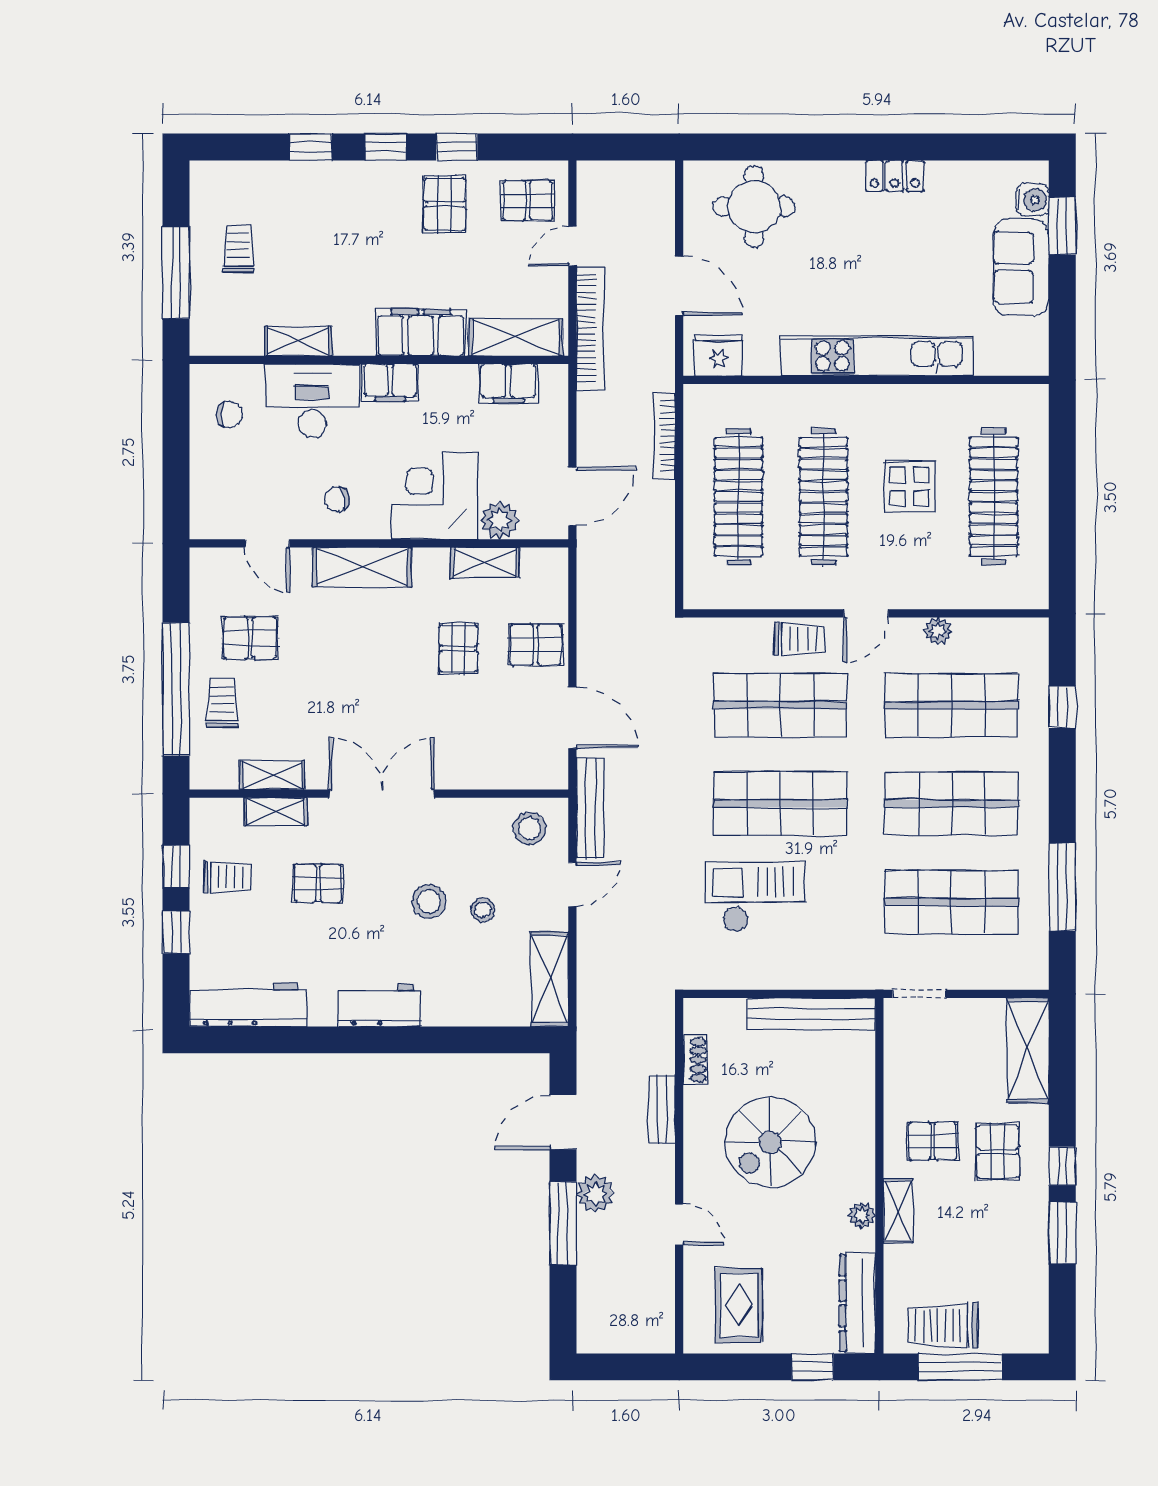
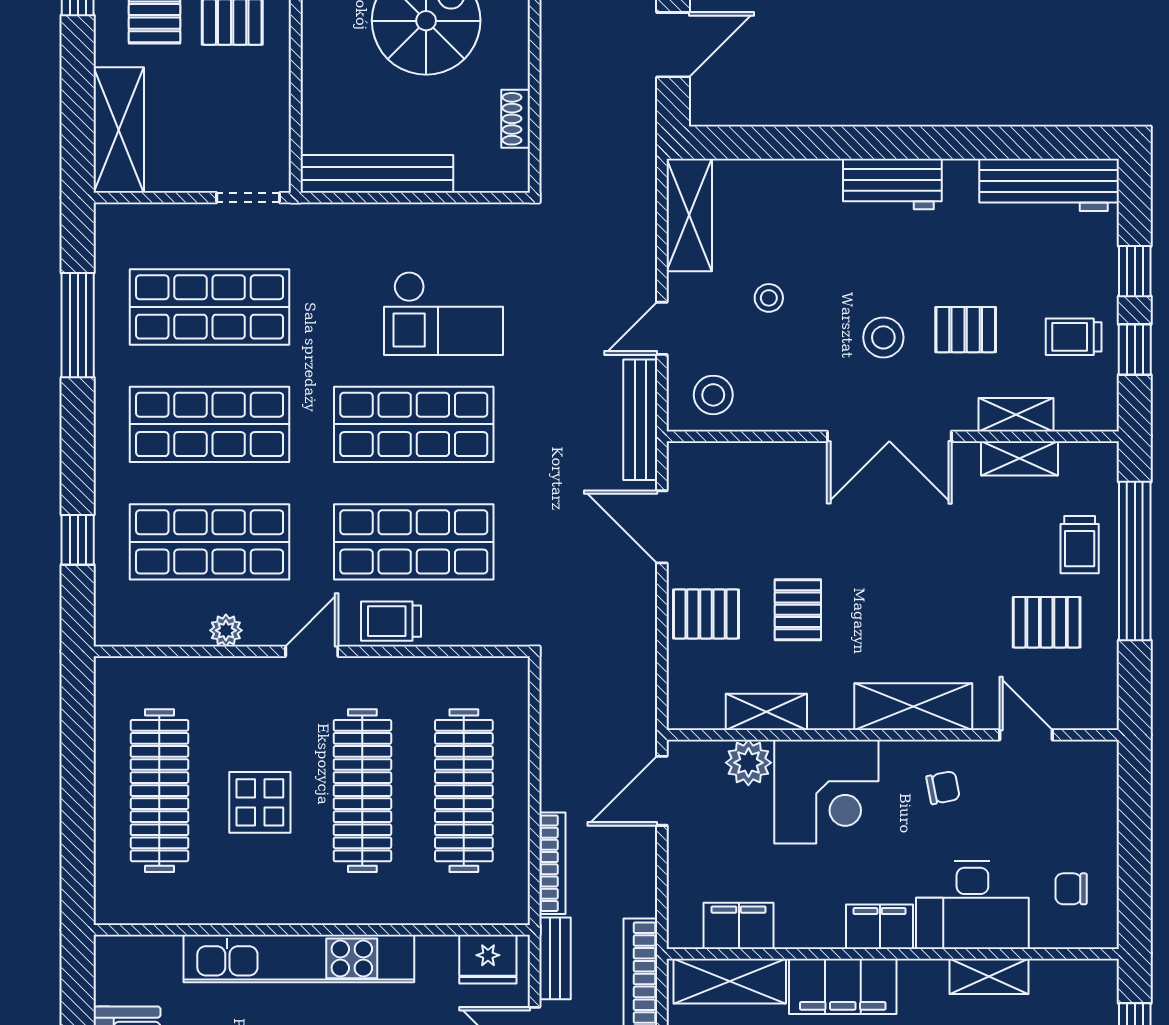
stool: (429, 901) -> (883, 337), moved
bench: (662, 1109) -> (555, 958), moved

